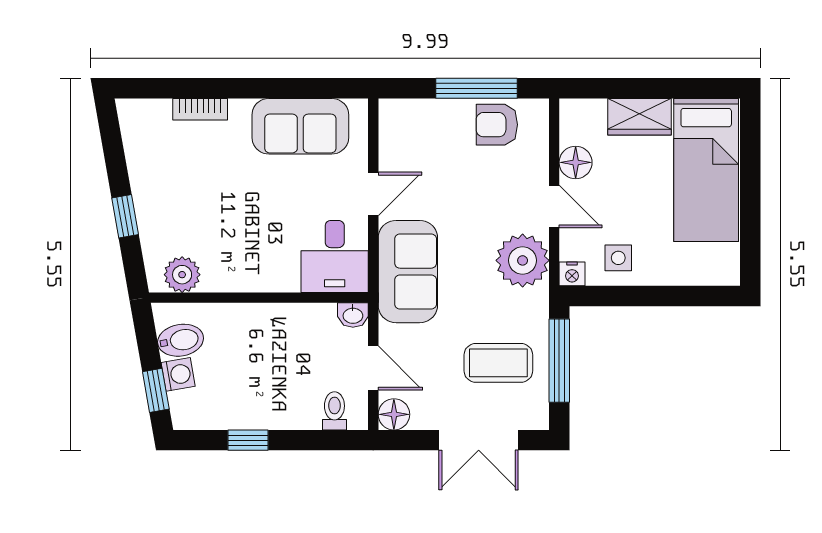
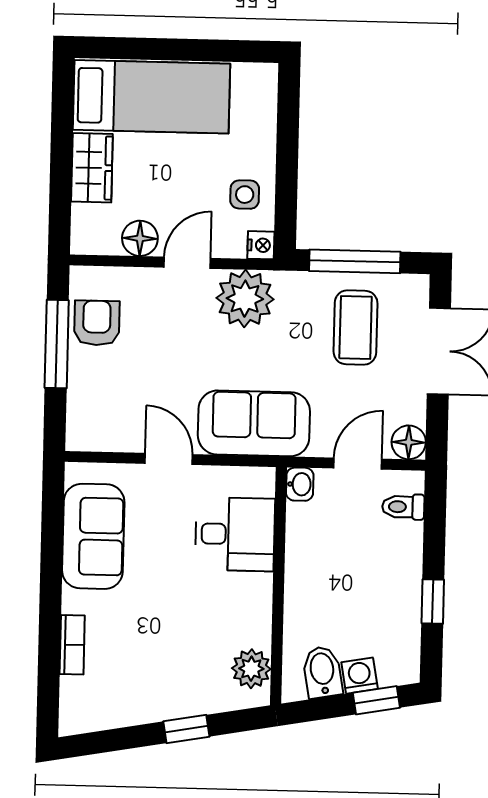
armchair: (497, 125) -> (97, 323), turned 180
desk: (335, 256) -> (235, 534), moved

